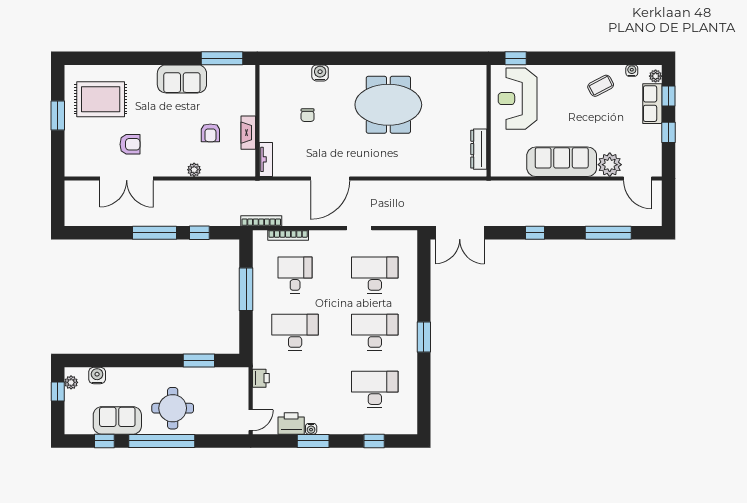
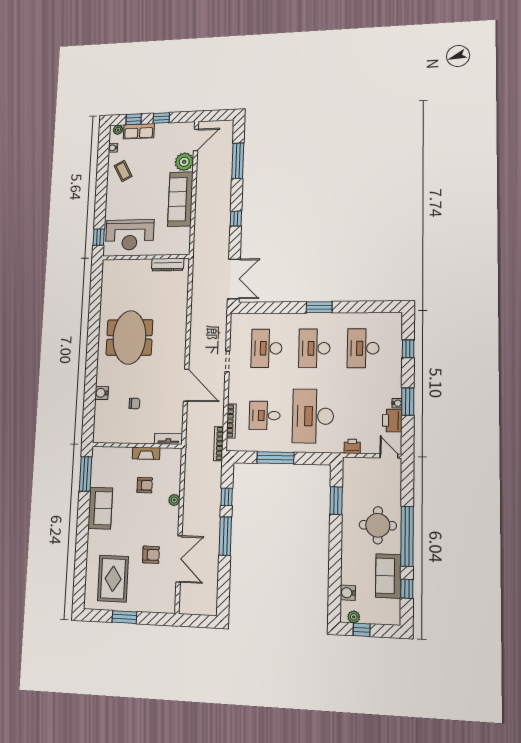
armchair: (130, 144) -> (151, 555), turned 90
desk: (295, 332) -> (313, 416), width x1.36, depth x1.30

